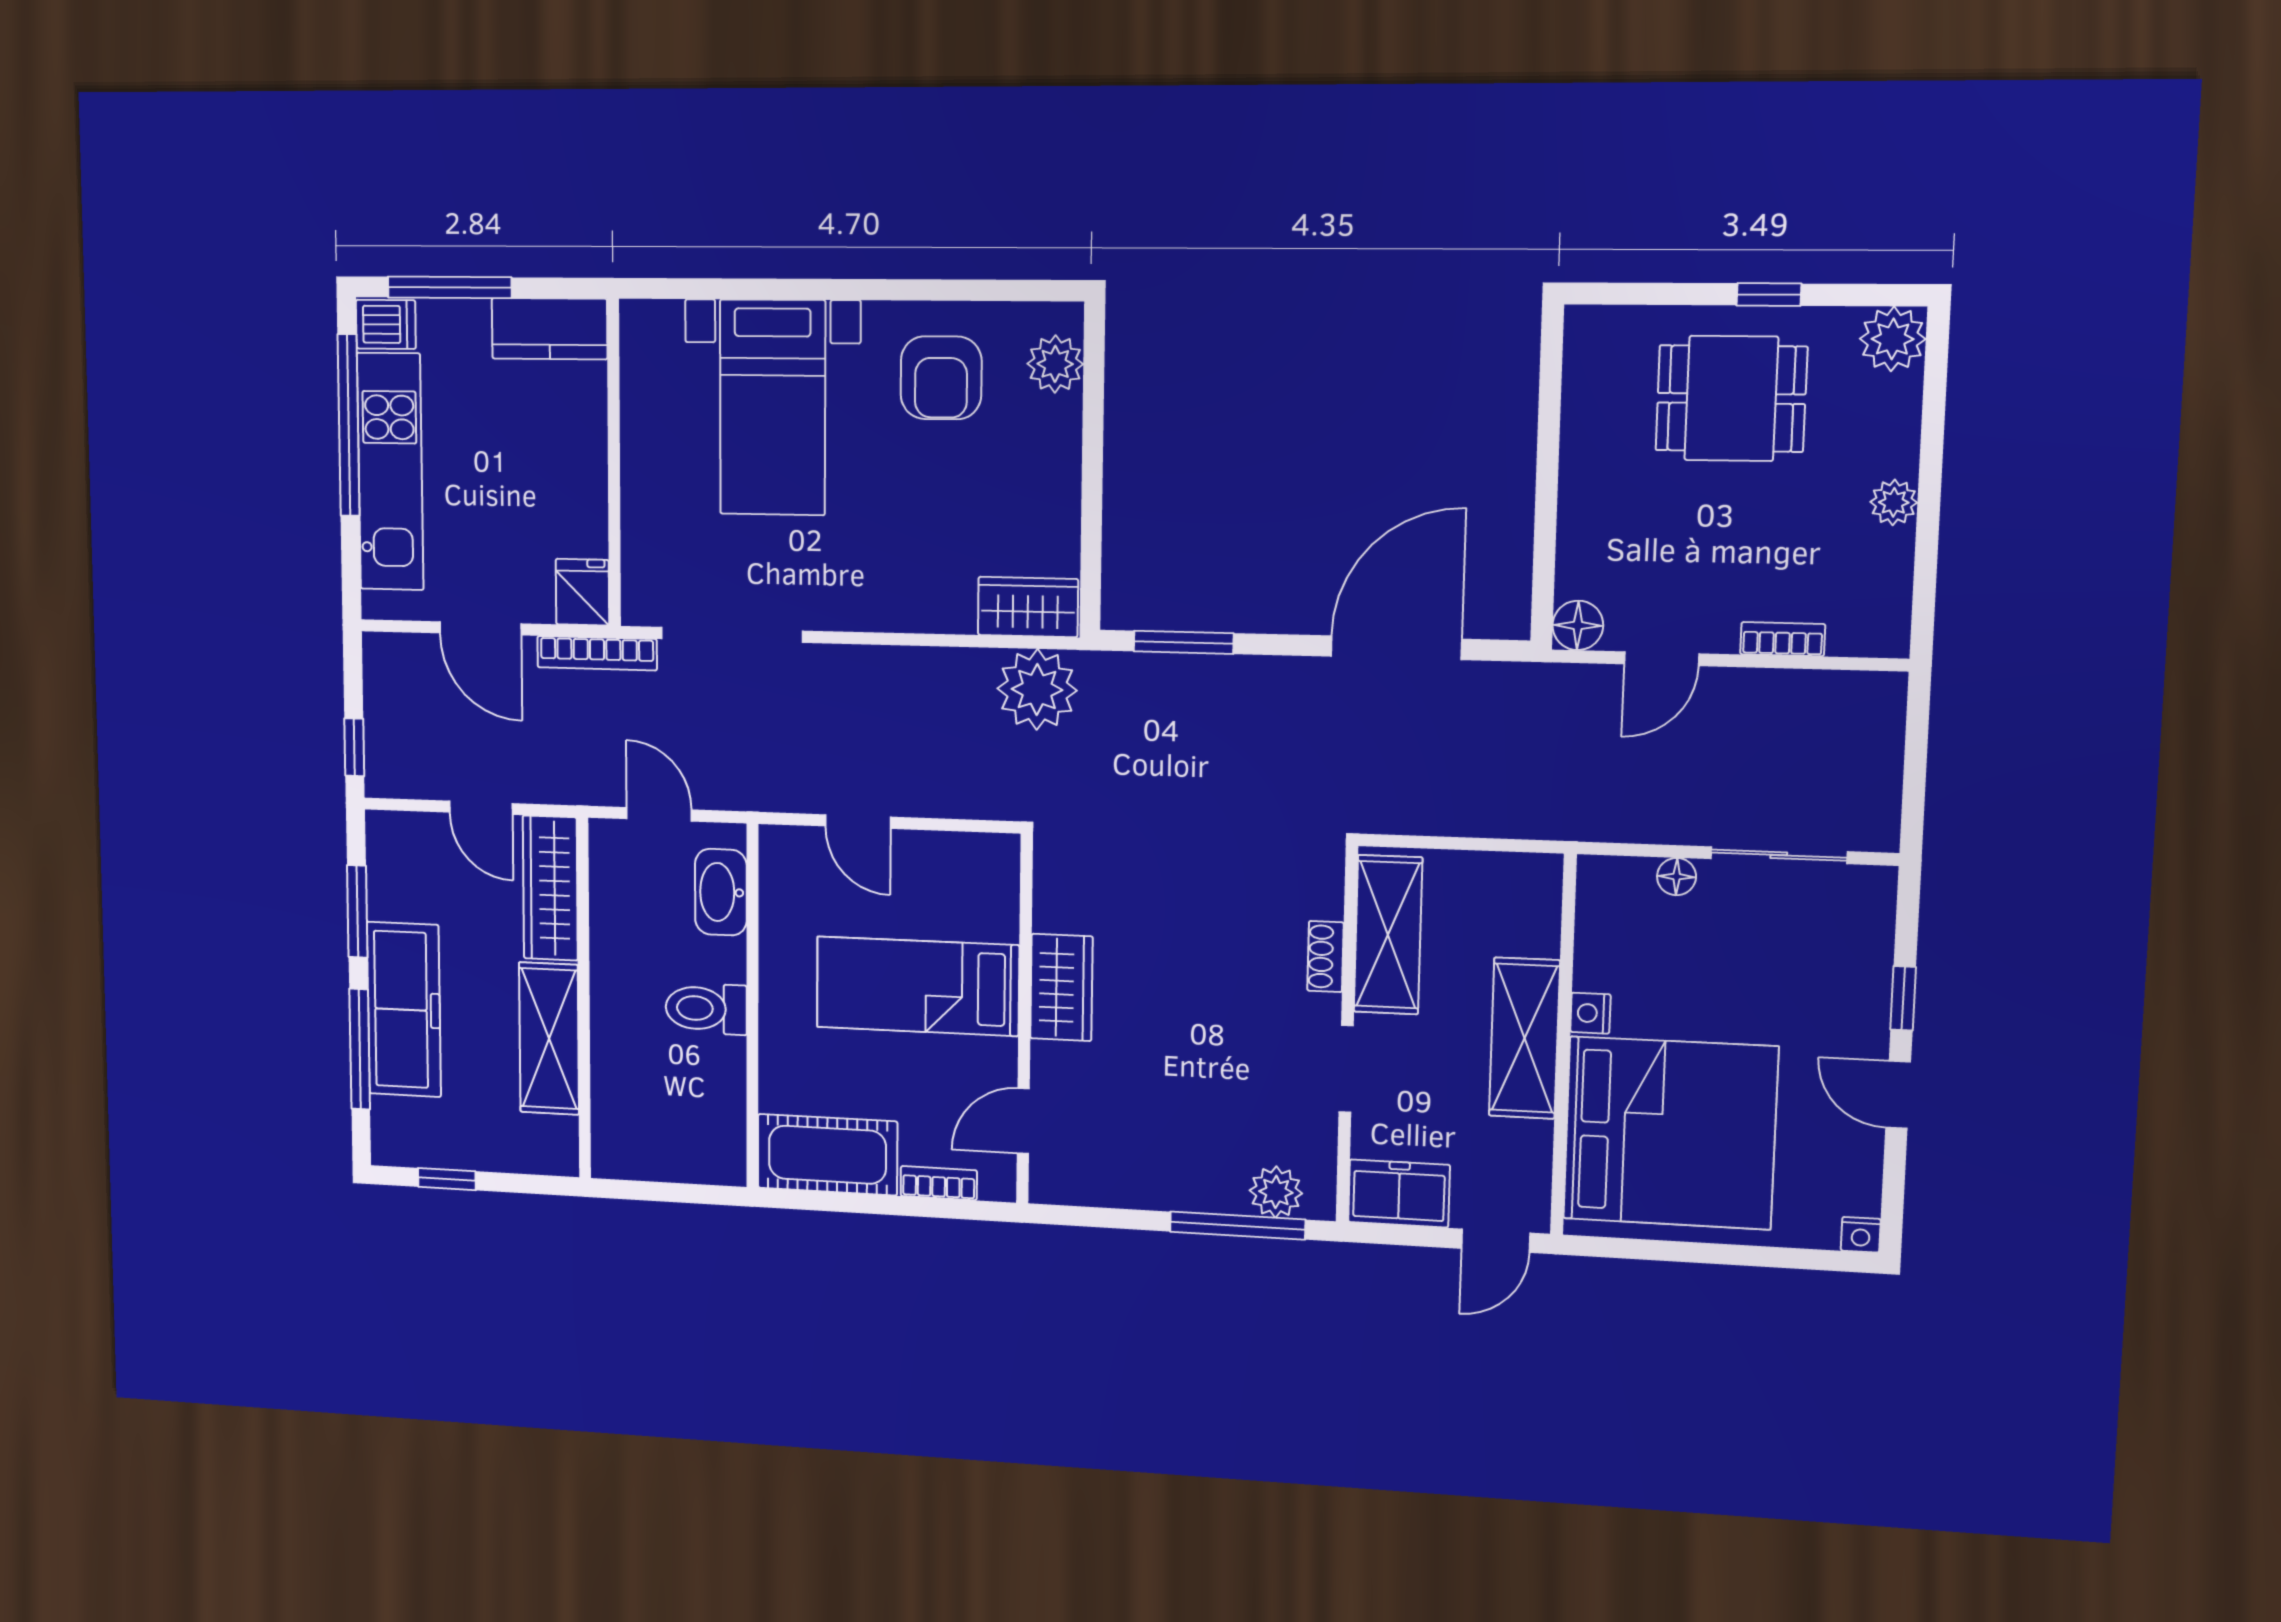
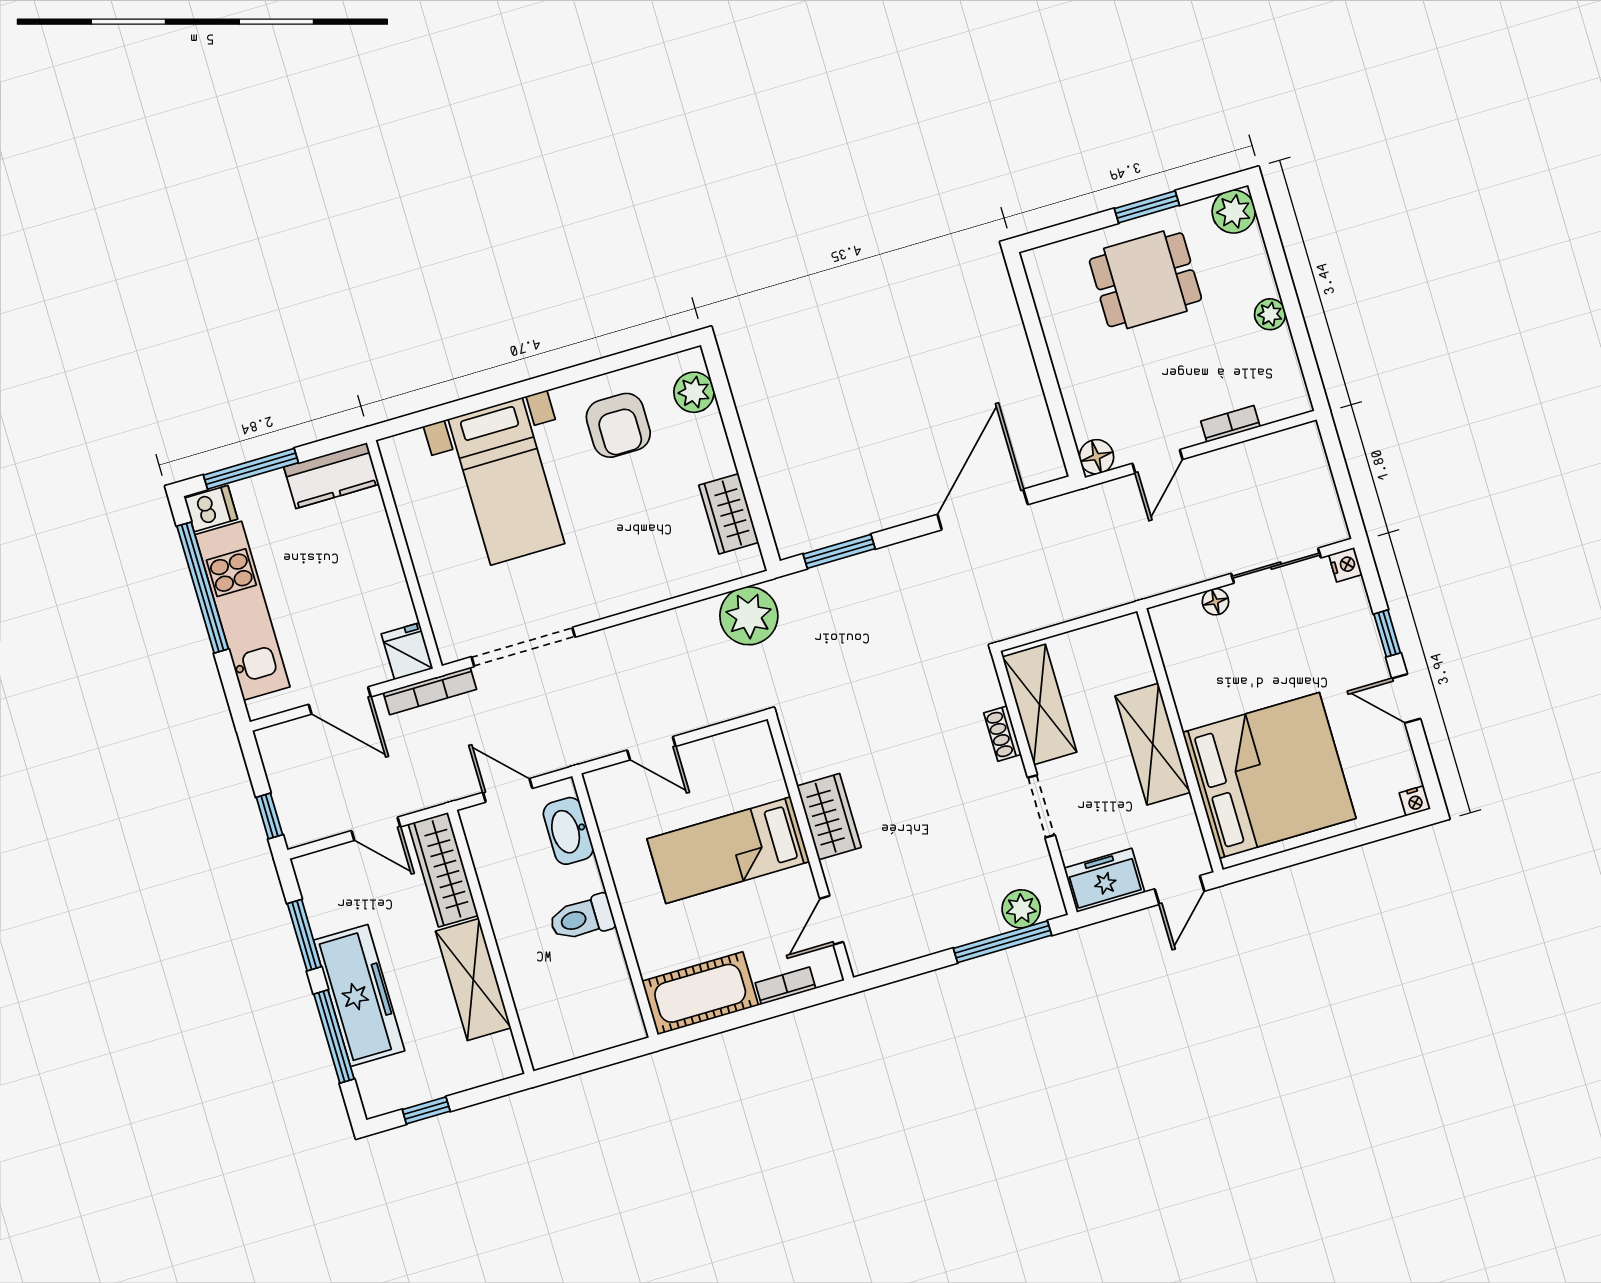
window: (1769, 295) -> (1147, 207), width x1.50
wardrobe: (1028, 607) -> (729, 514), moved, turned -90
nightstand: (1590, 1013) -> (1345, 565), moved, turned 180

